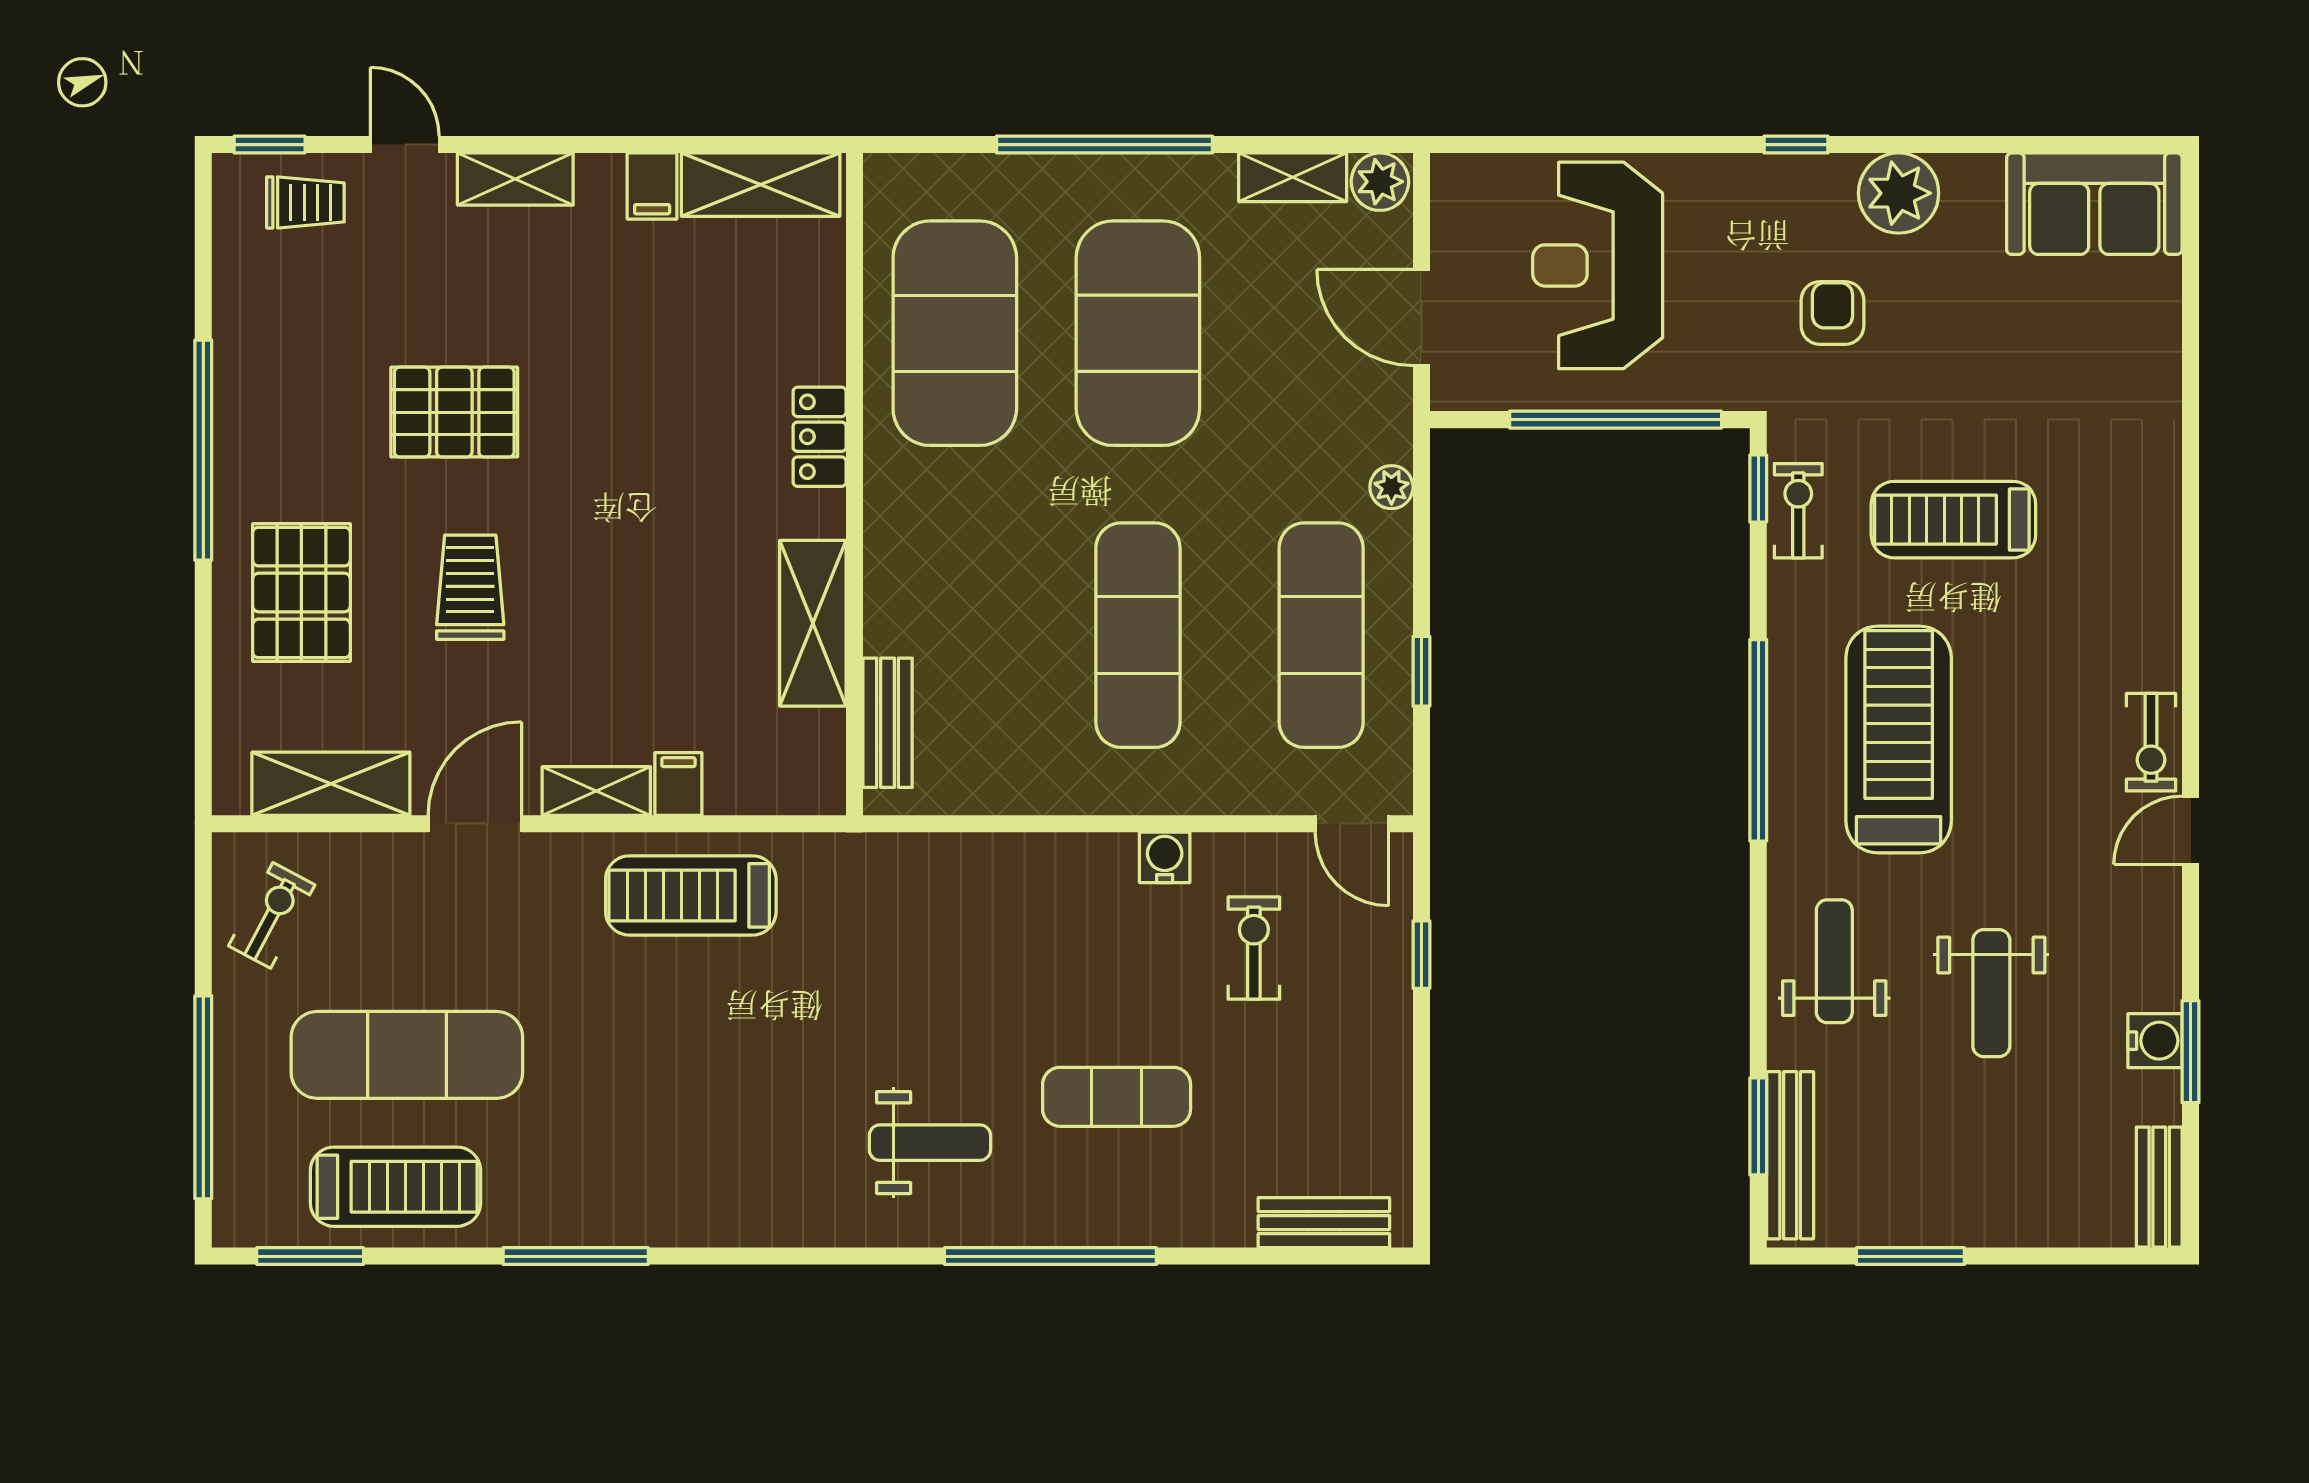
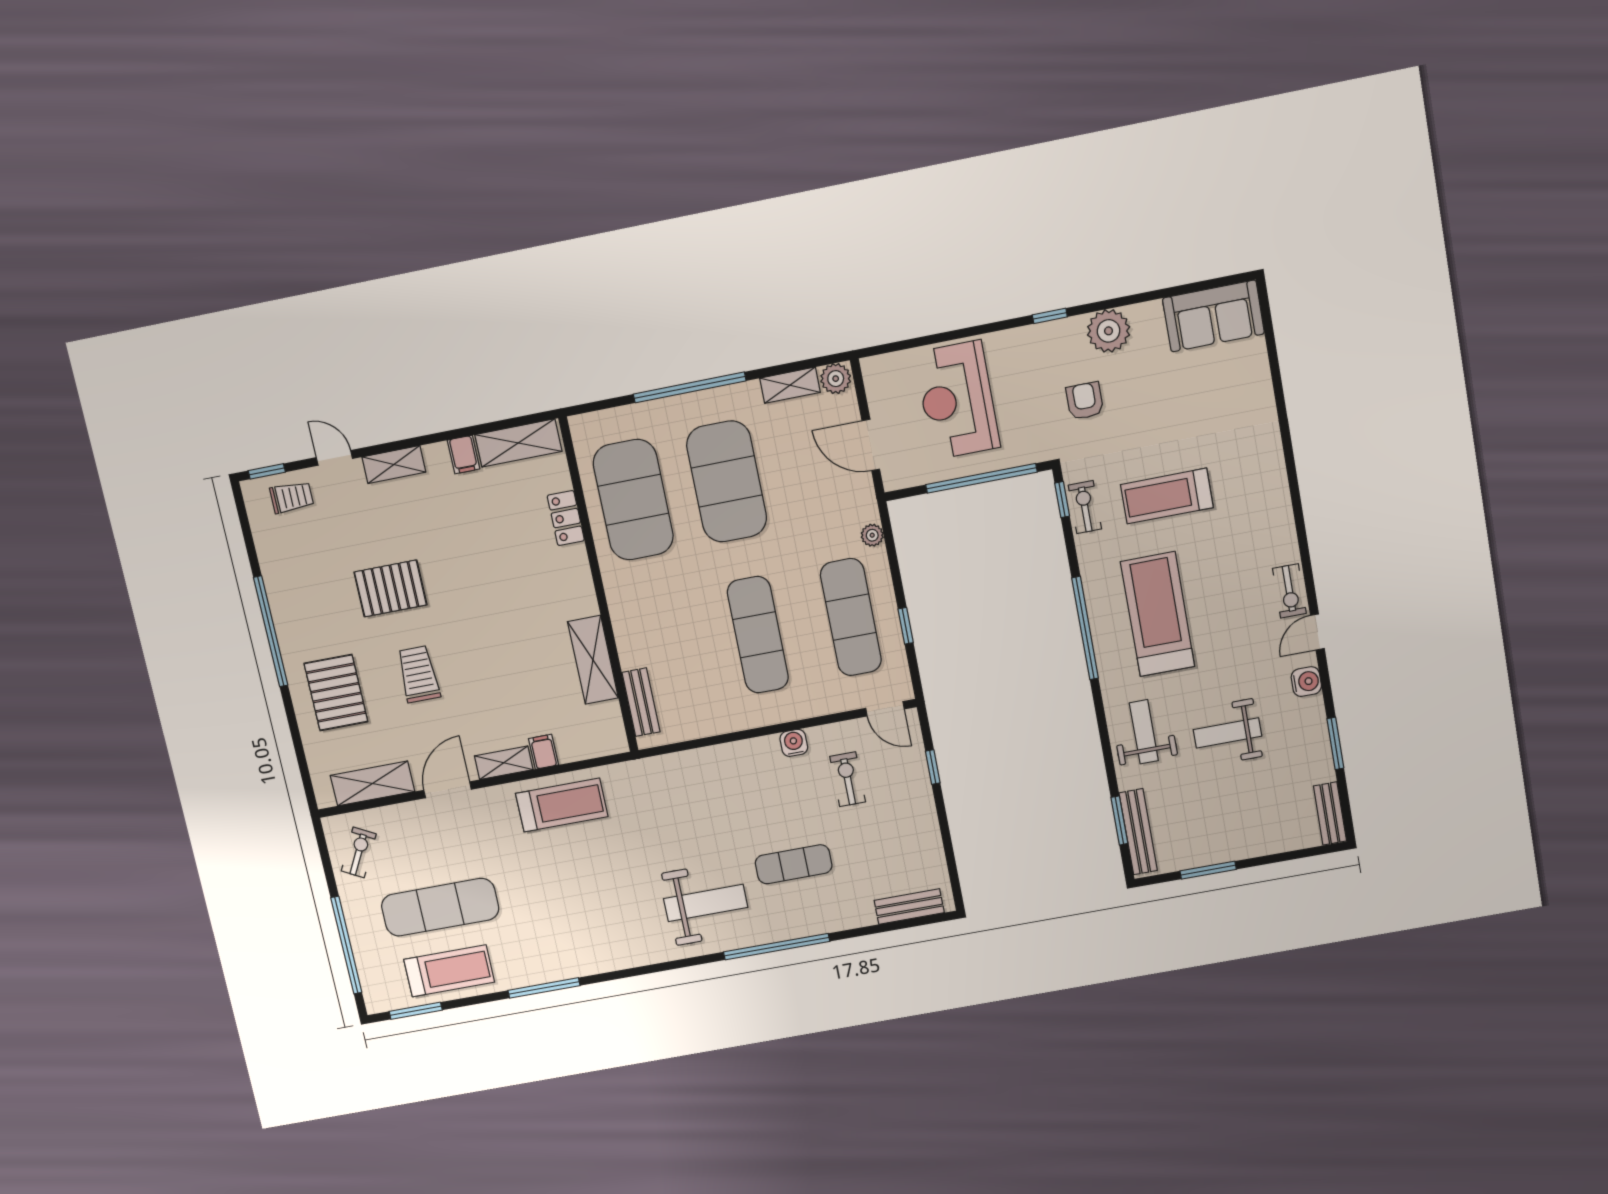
locker: (820, 437) -> (566, 518), moved
treadmill: (691, 895) -> (562, 805), turned 180
weight bench: (1991, 993) -> (1227, 733), turned 90
water cooler: (2155, 1041) -> (1306, 682), moved
weight bench: (930, 1143) -> (706, 903), width x1.36, depth x1.33

